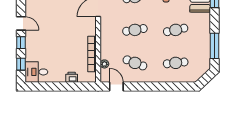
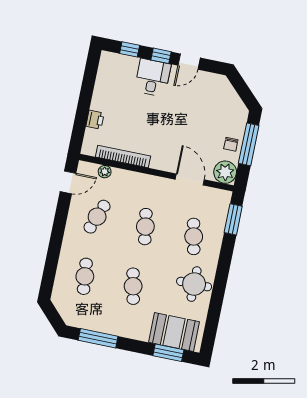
desk: (36, 72) -> (153, 78), moved

